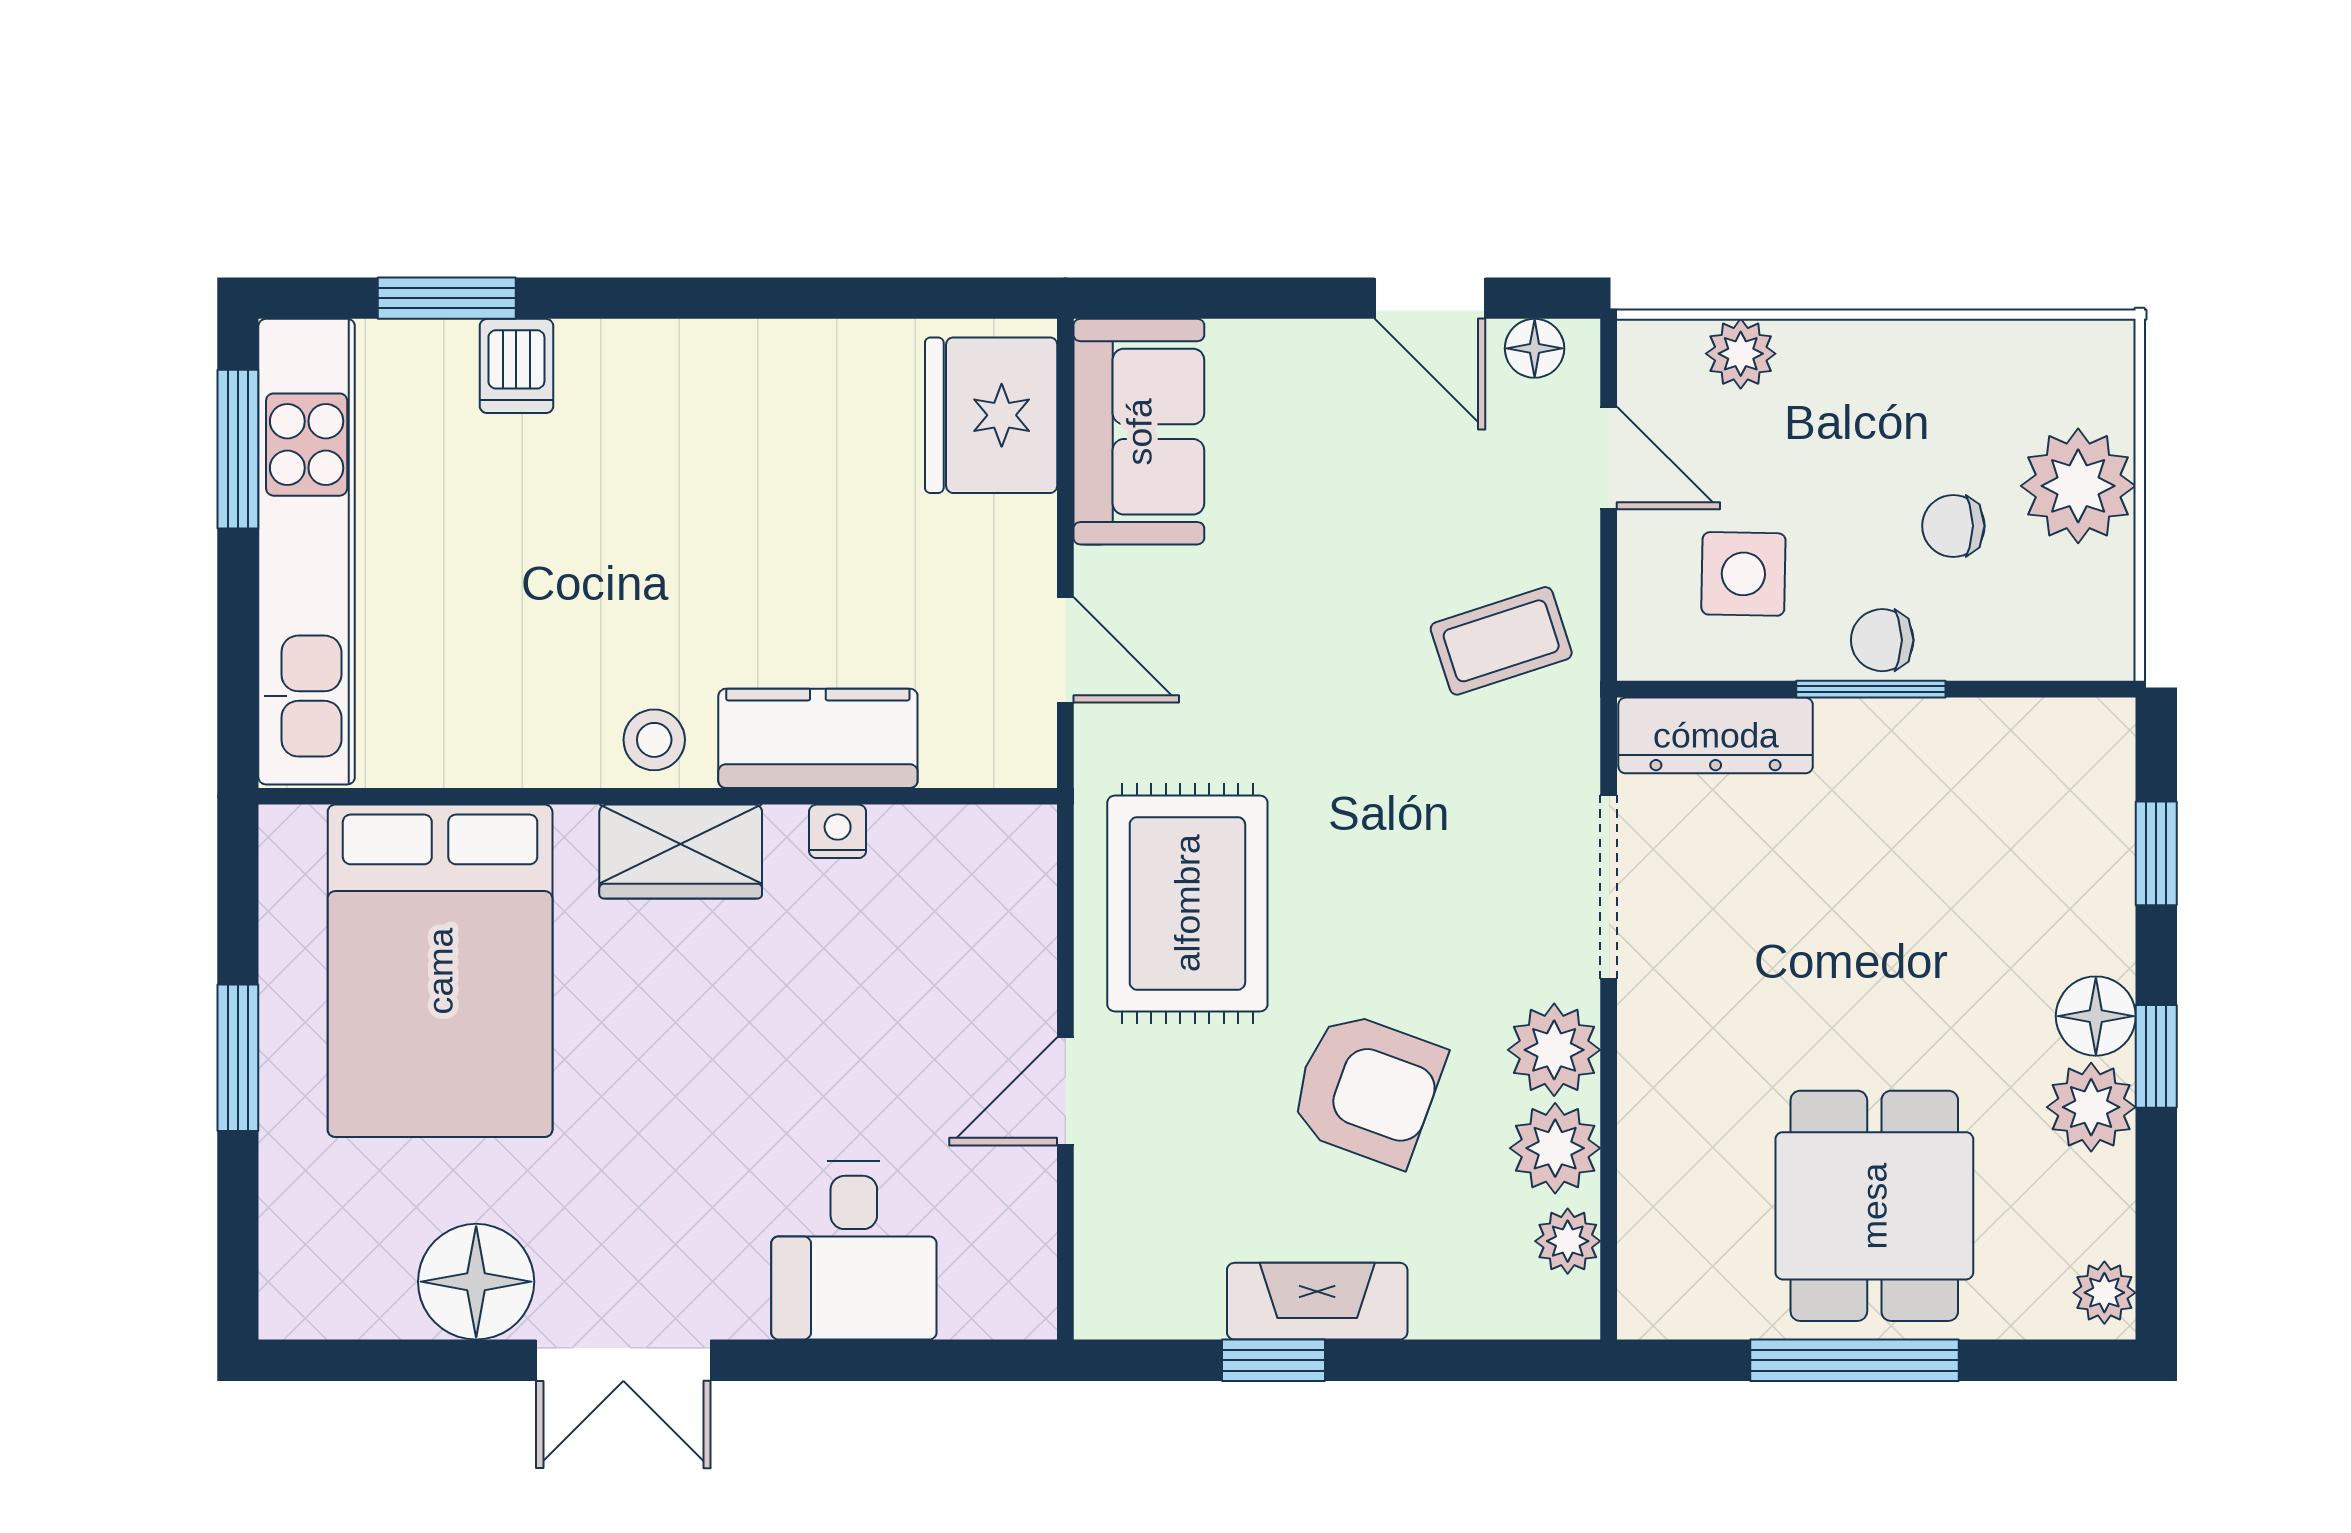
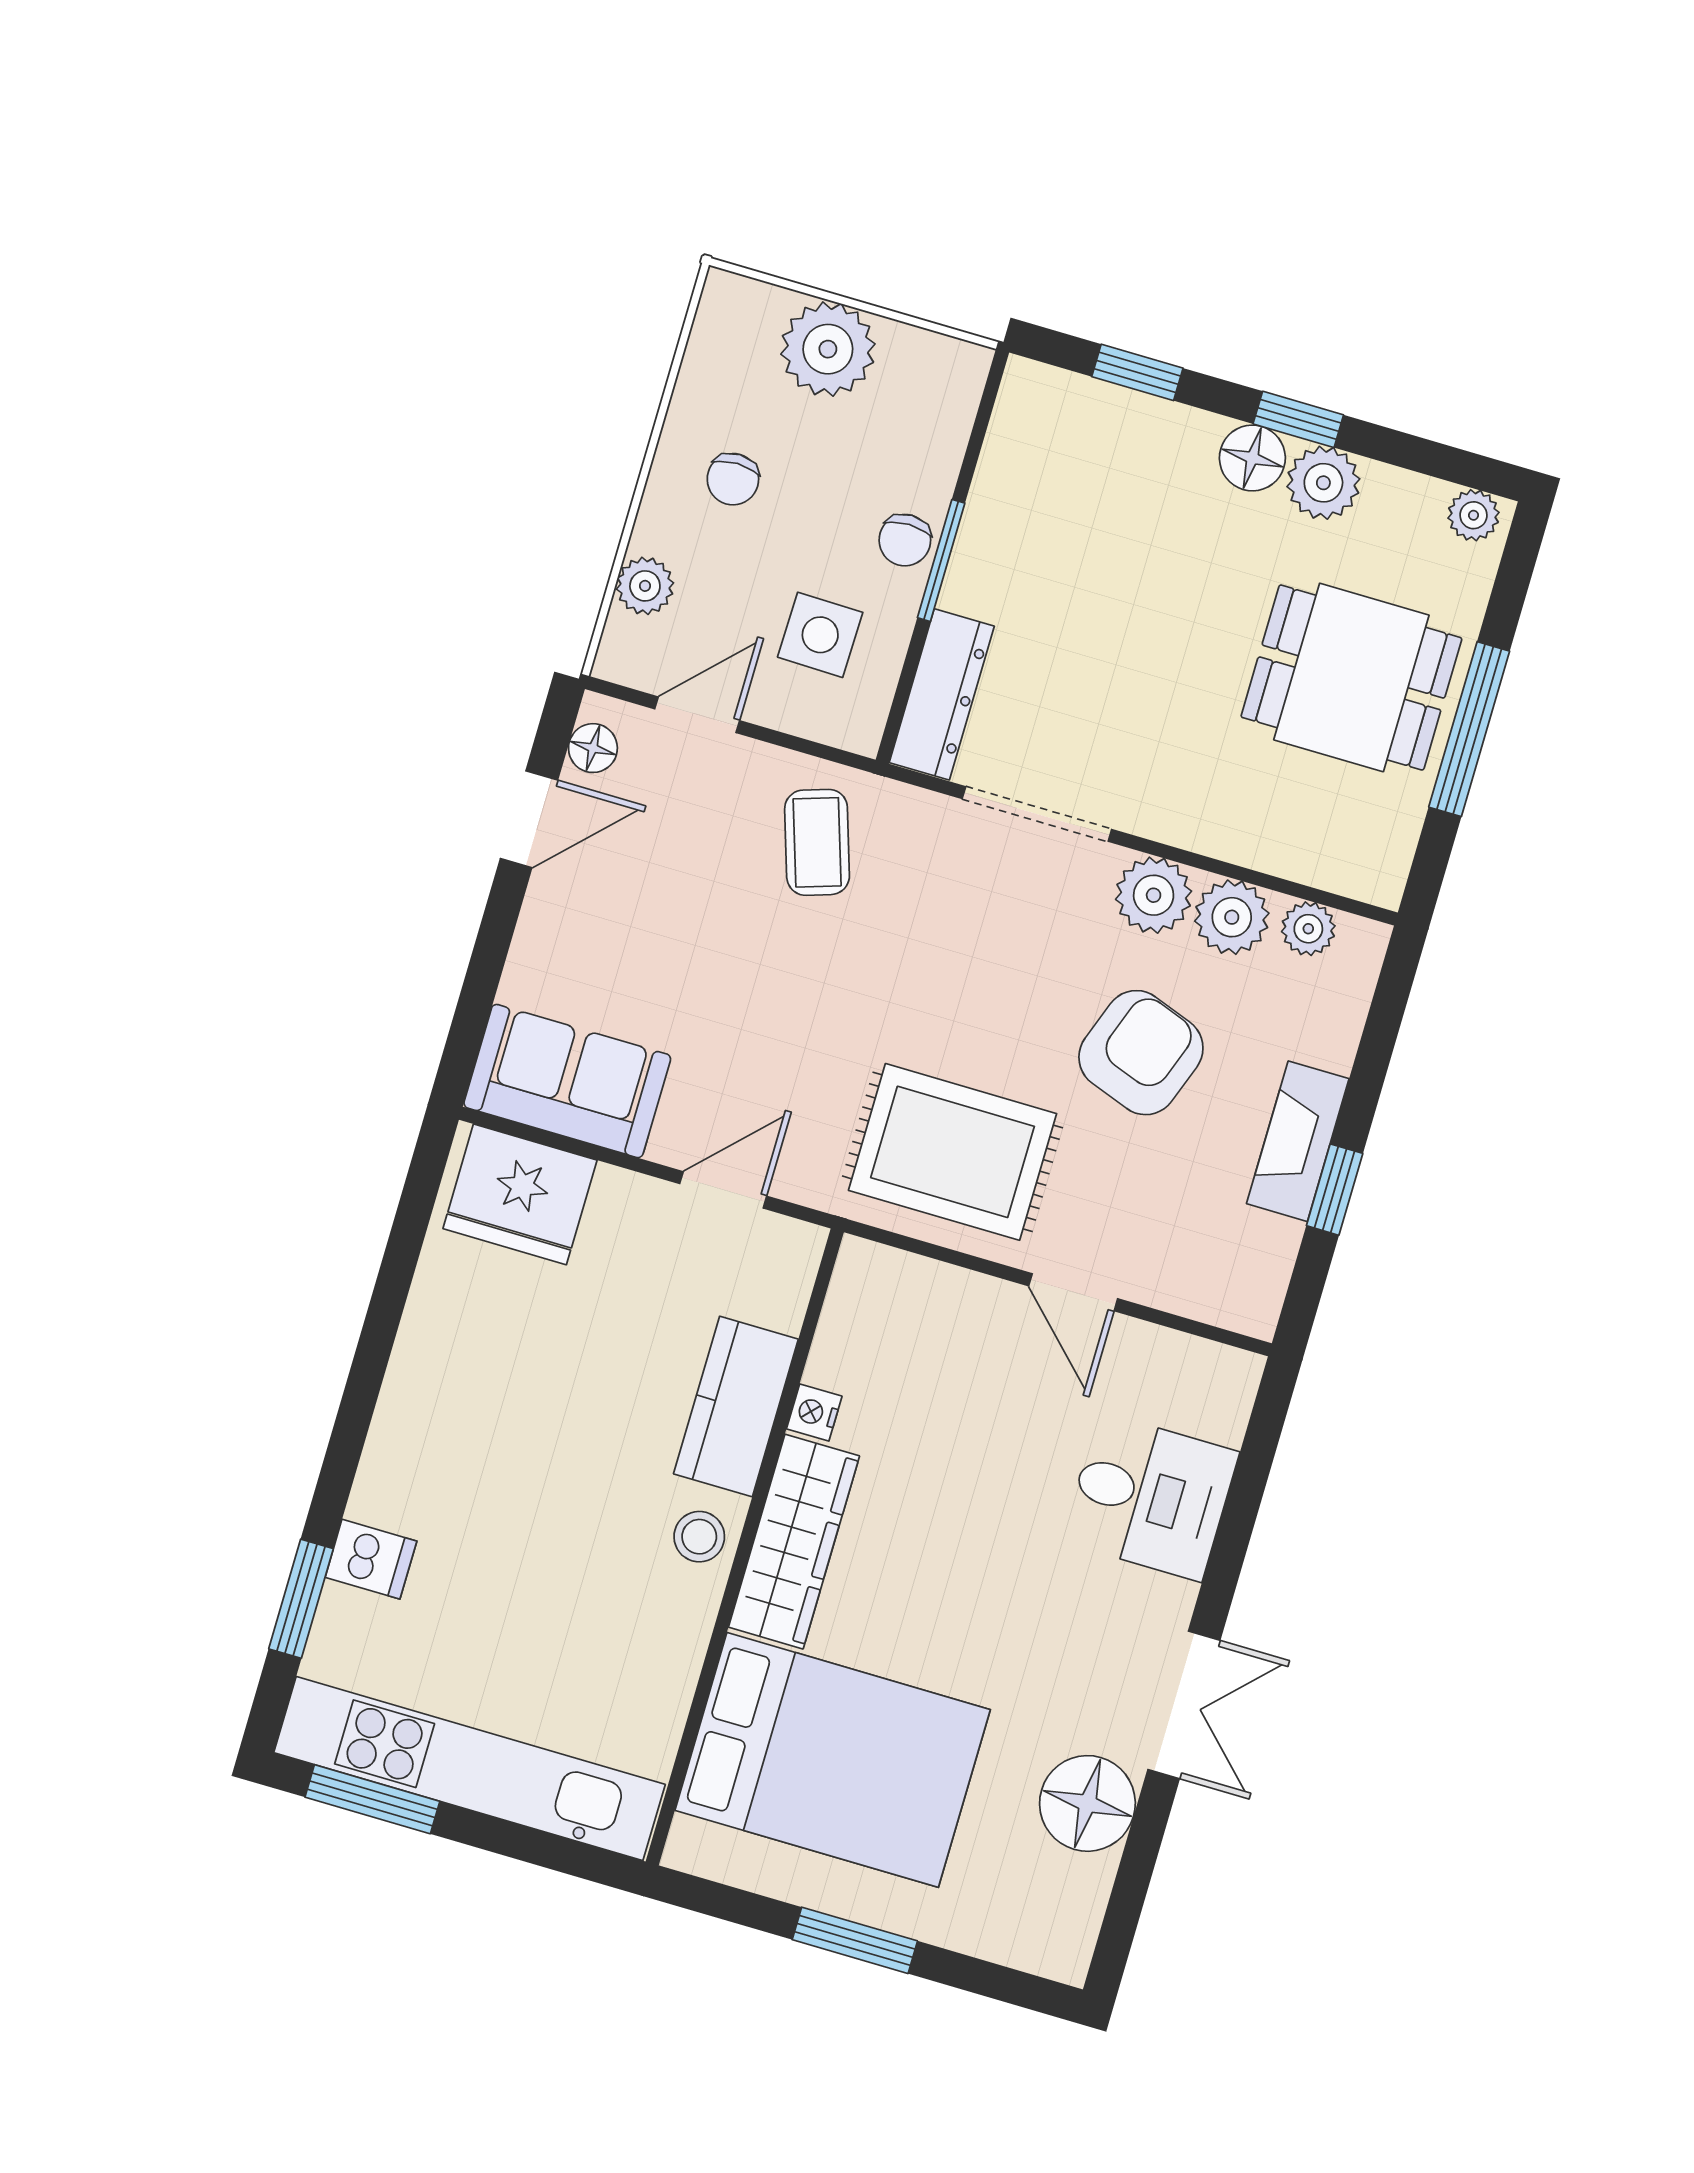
chair: (1953, 526) -> (733, 479), moved
wardrobe: (681, 852) -> (794, 1542), width x1.50

